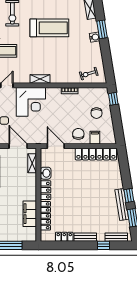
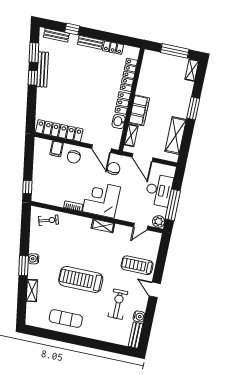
corner desk: (31, 102) -> (101, 199), moved
chair: (96, 113) -> (114, 168), moved
filing cabinet: (30, 214) -> (139, 110), moved

